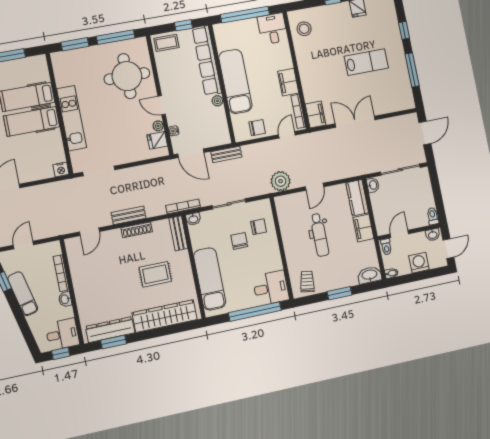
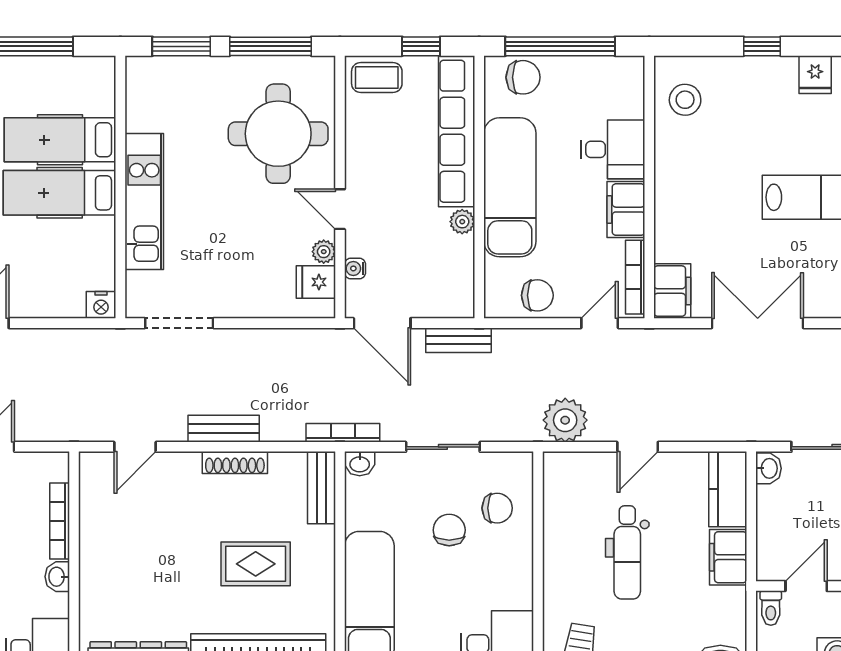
desk: (273, 29) -> (613, 149), moved, turned 90
chair: (231, 31) -> (523, 77), added

